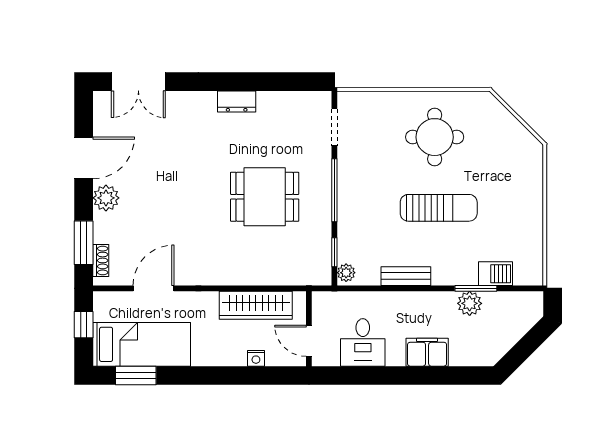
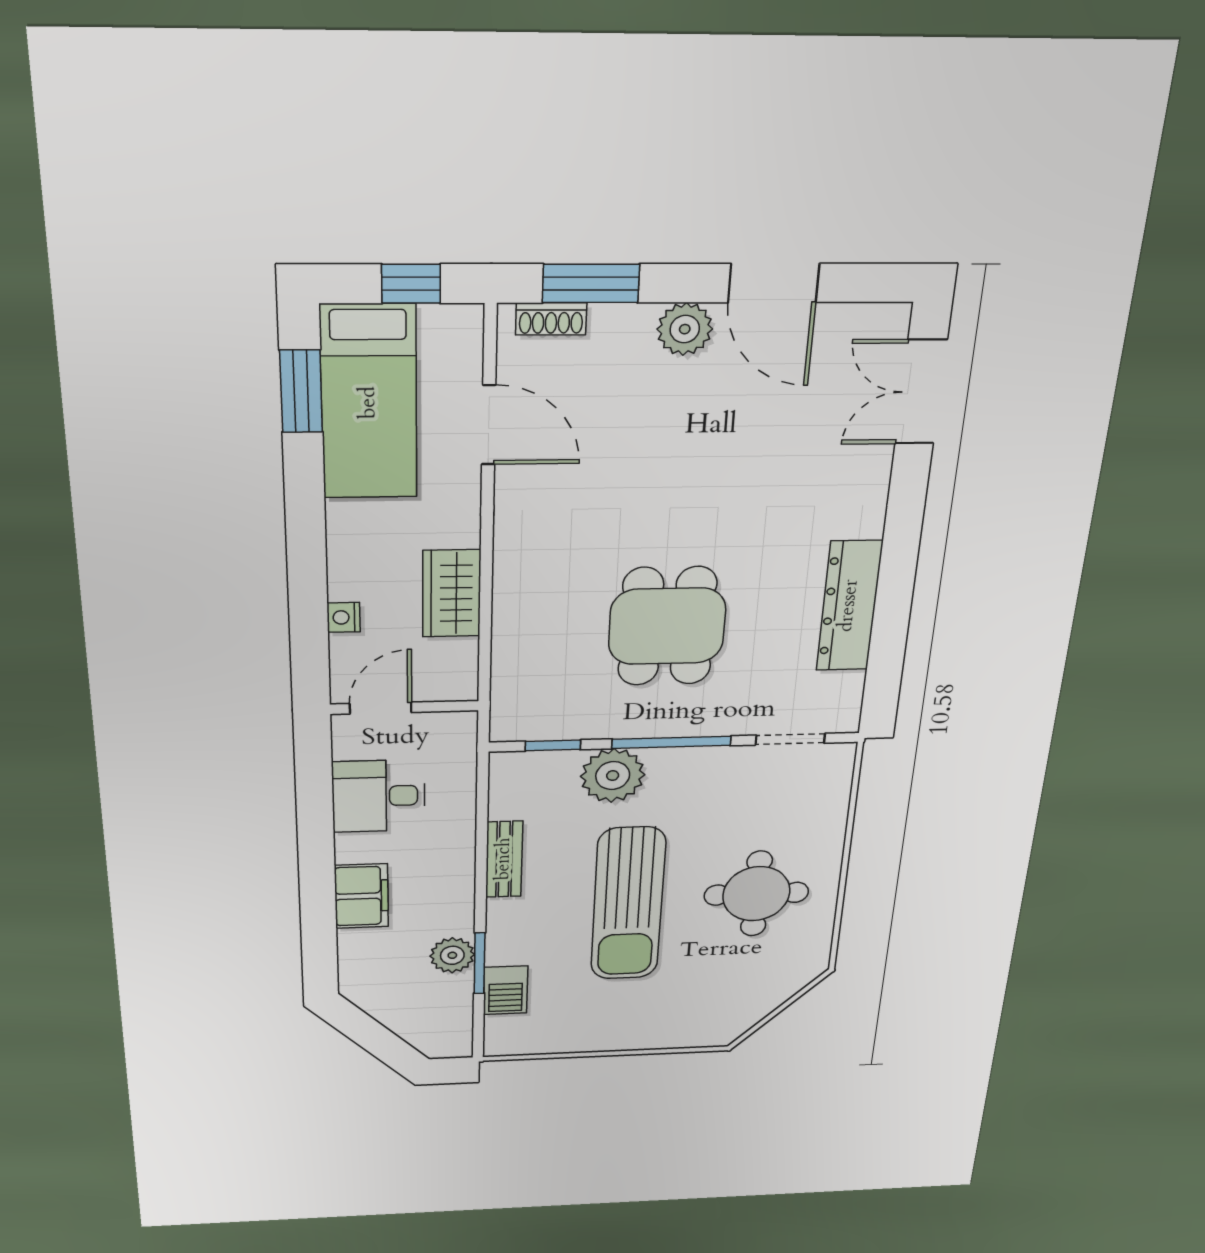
dresser: (237, 101) -> (849, 606), width x1.96, depth x1.24
sun lounger: (439, 208) -> (628, 904), width x1.36, depth x1.34
plant: (346, 273) -> (613, 776), moved, width x1.88, depth x1.88
wardrobe: (256, 305) -> (452, 593), width x0.67

